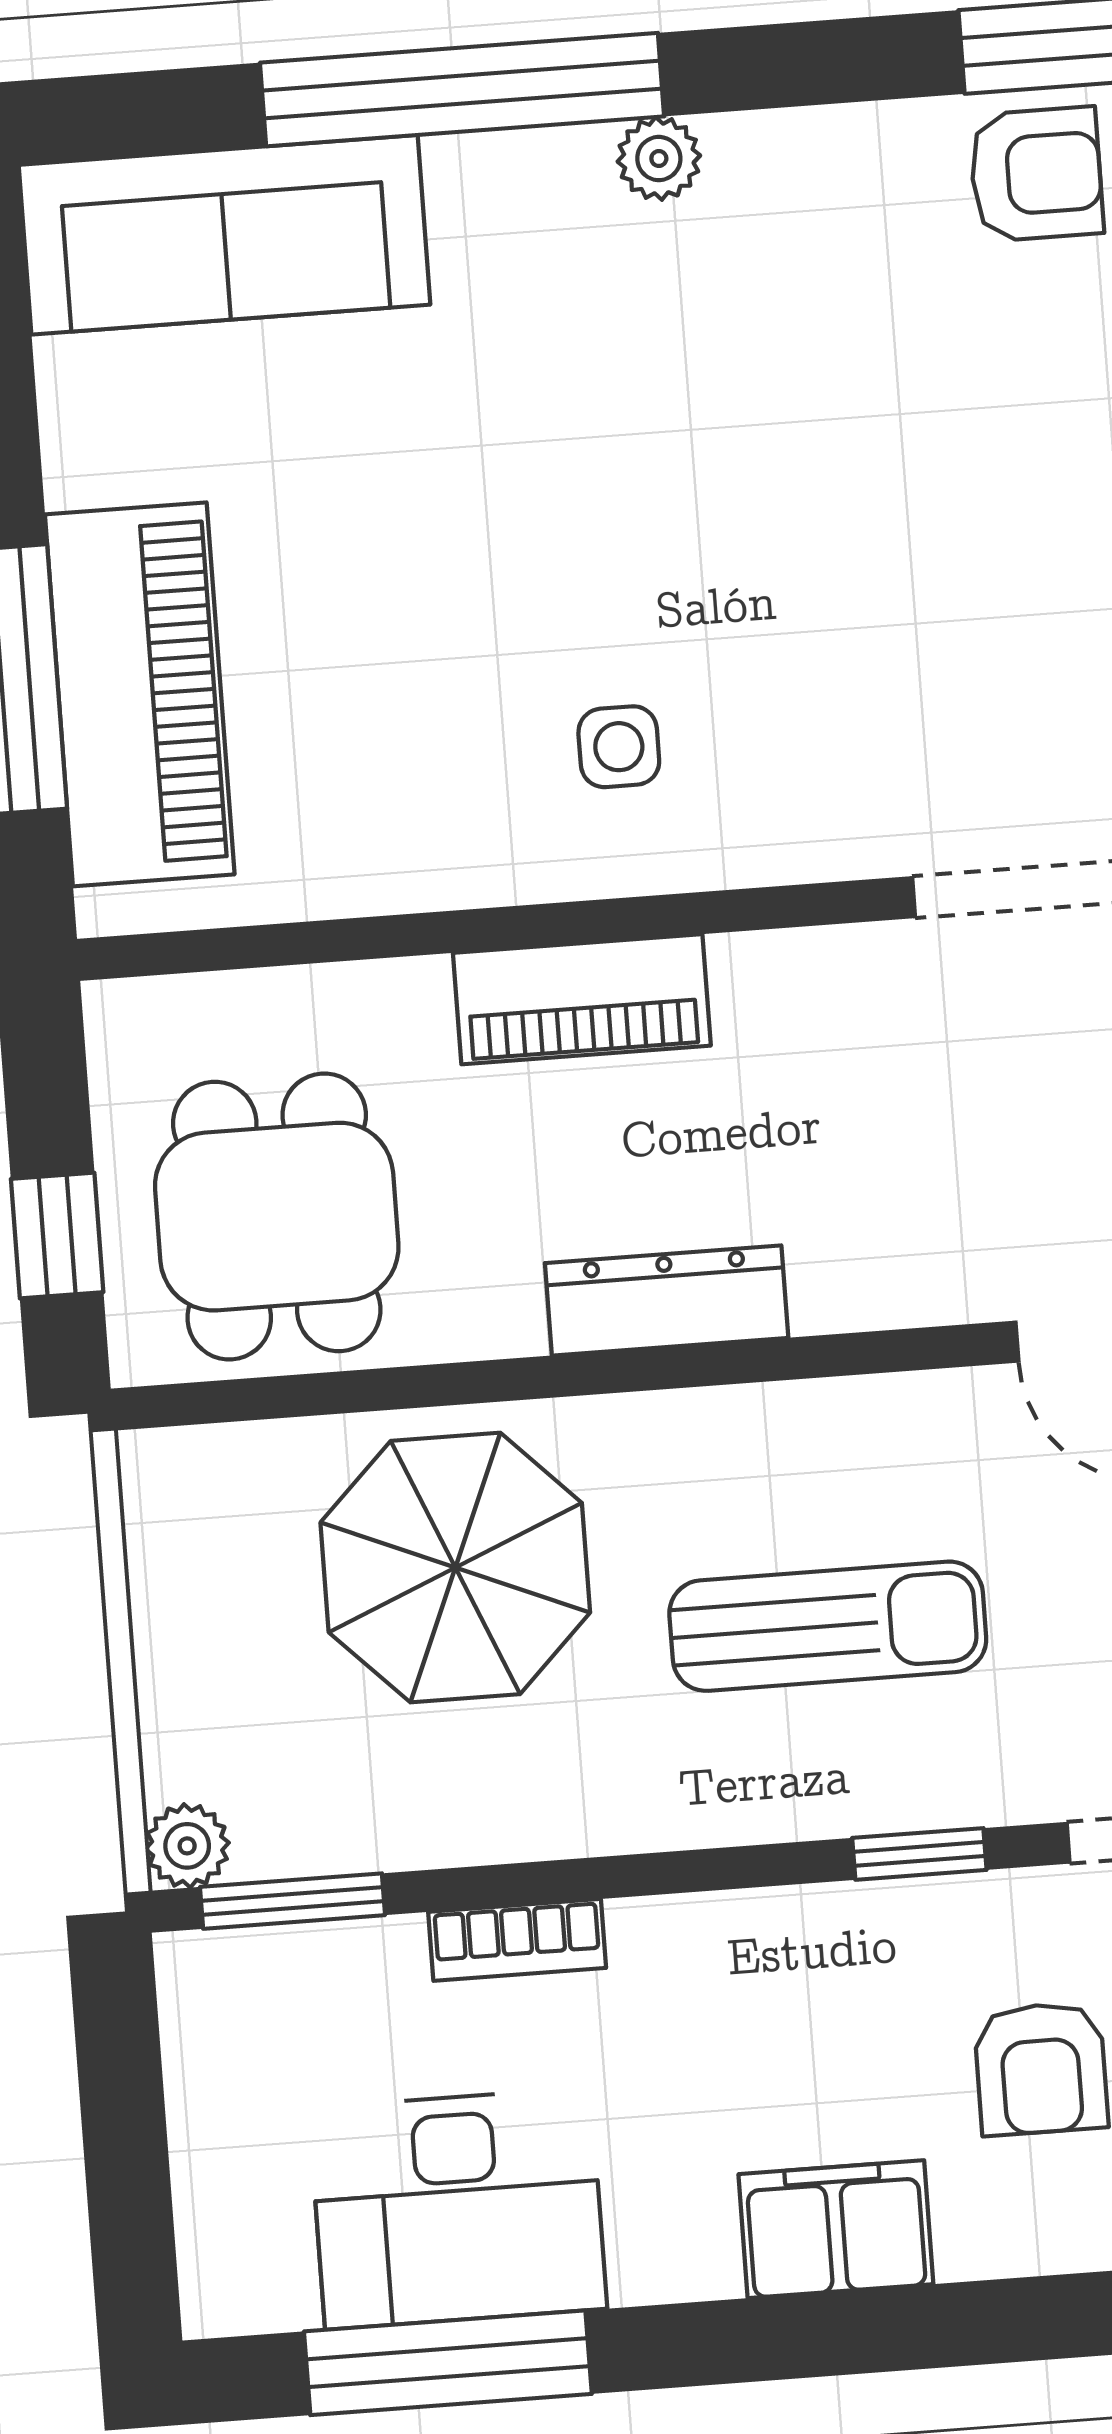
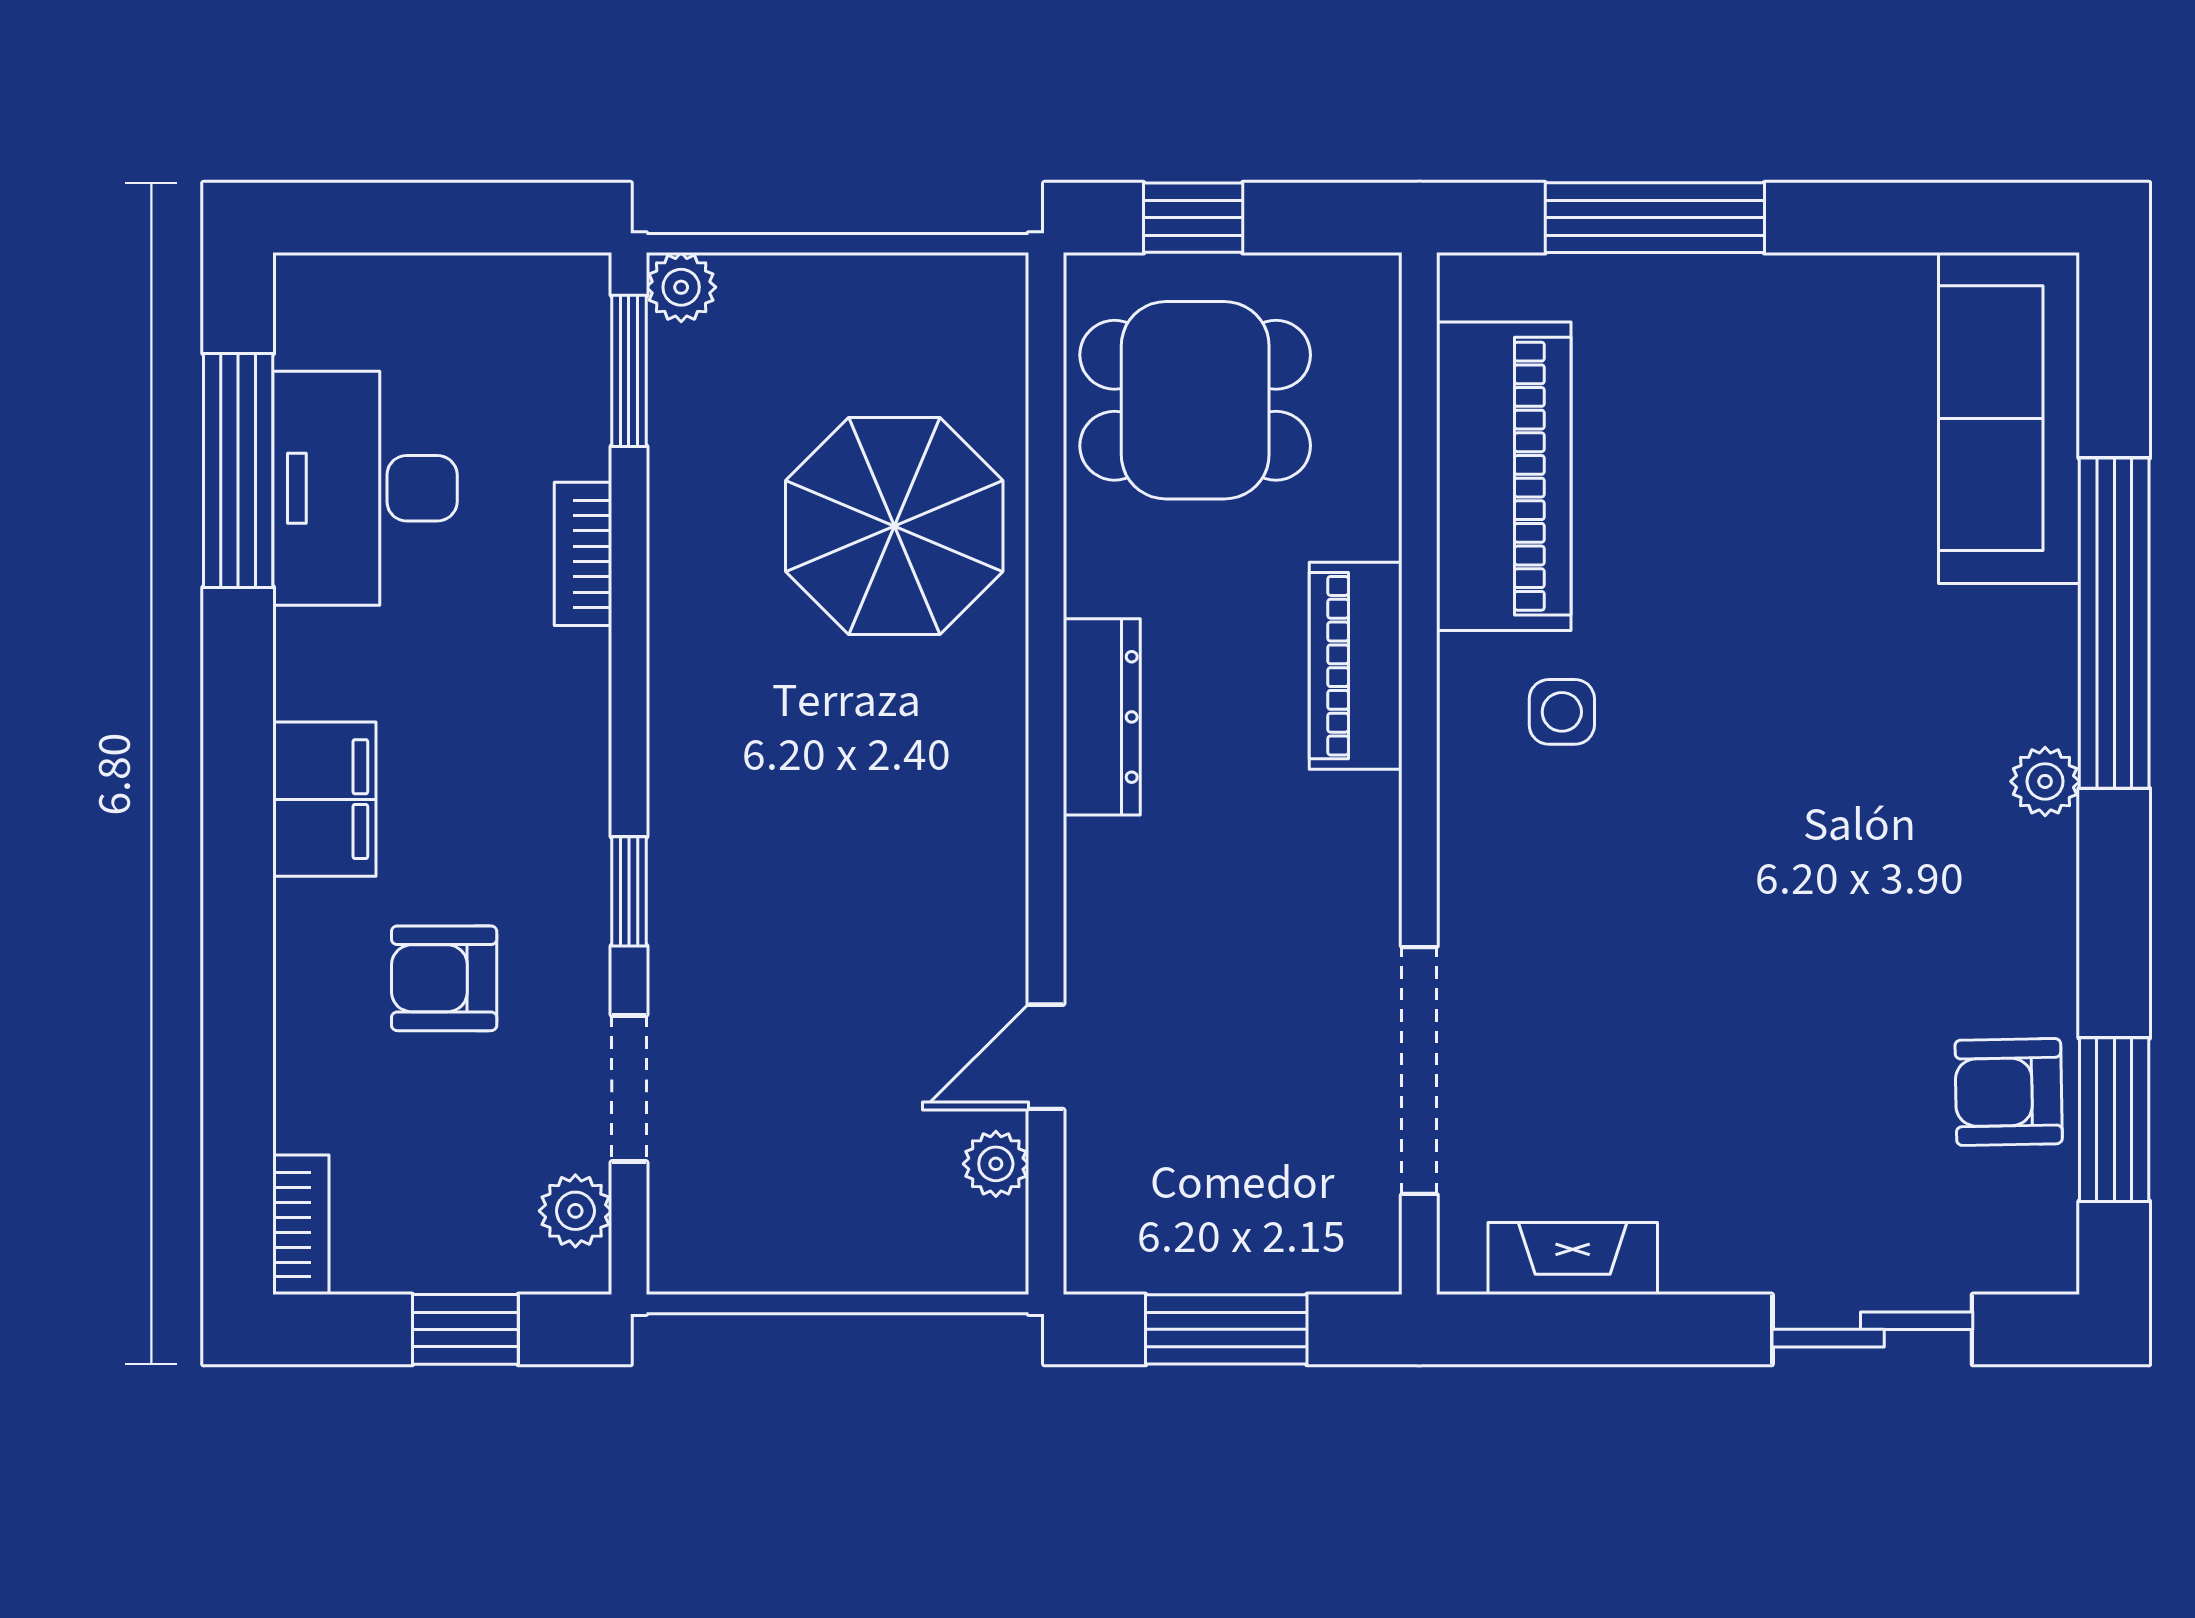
armchair: (1036, 174) -> (2009, 1092), turned 89
piano: (140, 694) -> (1504, 476), moved, turned -90
sun lounger: (828, 1626) -> (823, 830), removed

